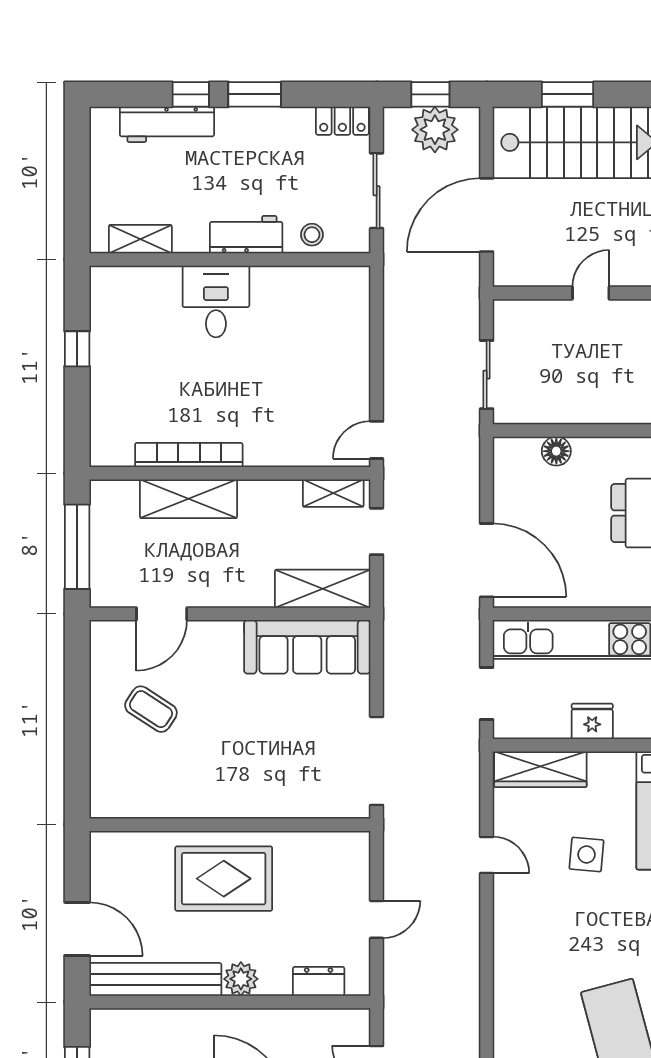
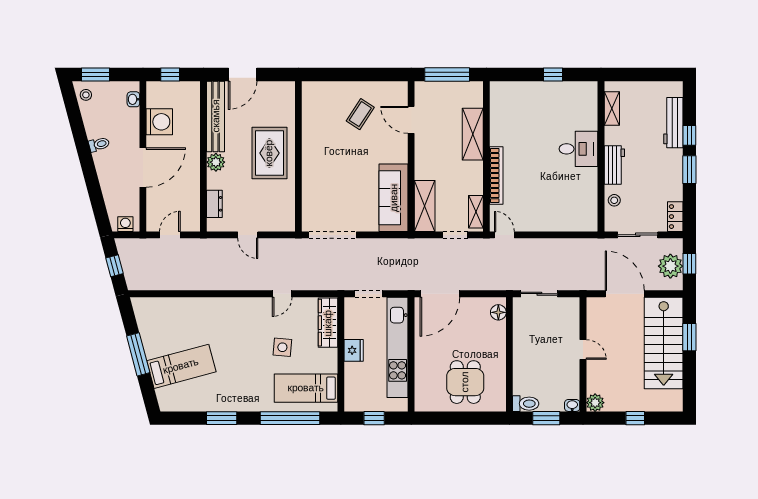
floor lamp: (556, 451) -> (498, 312), moved
bookcase: (189, 455) -> (496, 176), moved

